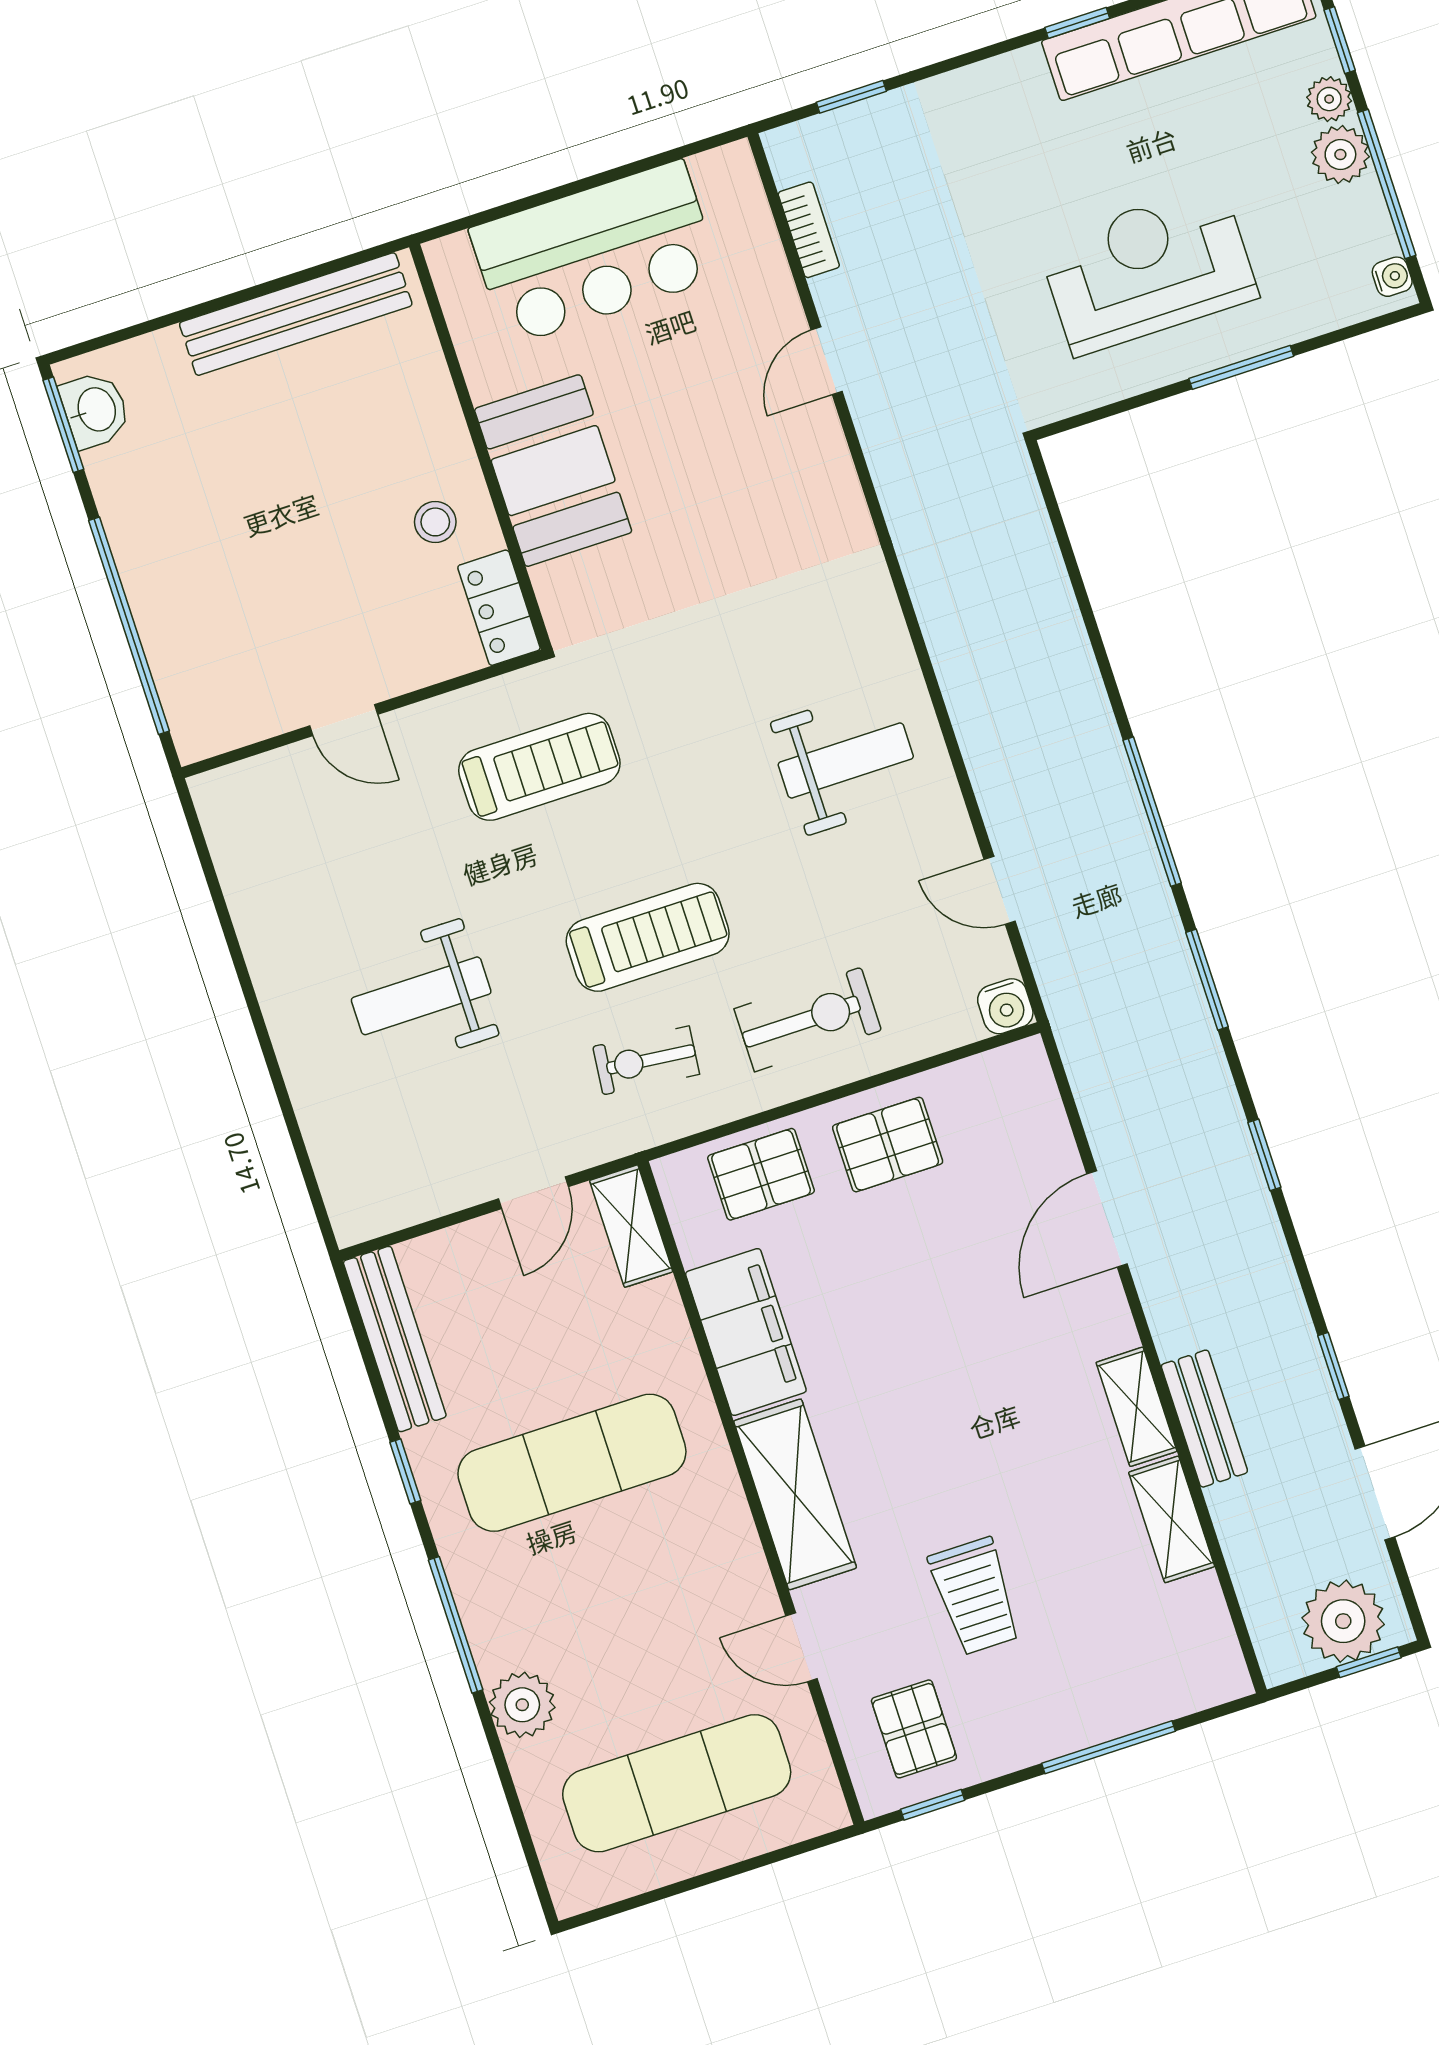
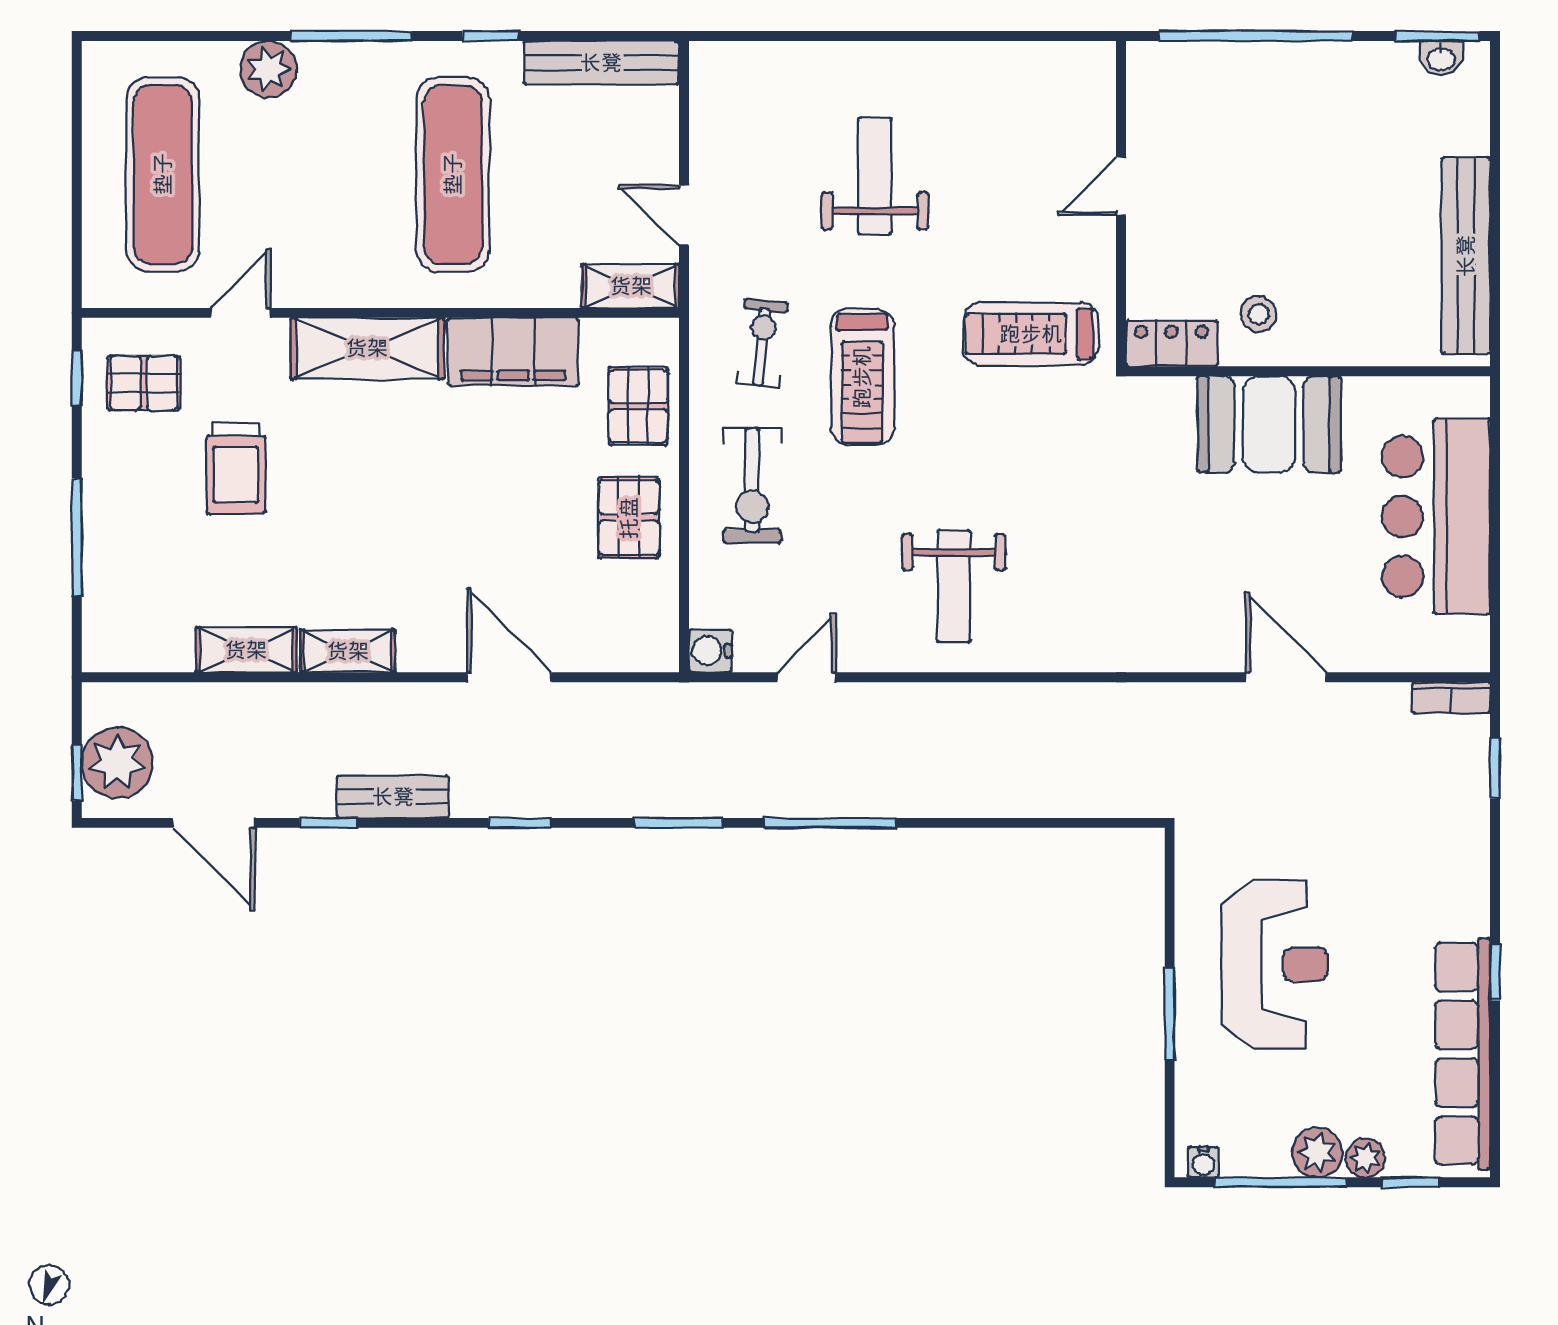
bookcase: (809, 230) -> (1451, 698), moved
door: (827, 361) -> (1286, 677), width x1.37
washbasin: (95, 410) -> (1441, 58), width x0.72, depth x0.69
treadmill: (539, 767) -> (1031, 334), turned 90
bench: (1204, 1419) -> (393, 797), moved
trolley: (975, 1596) -> (236, 468), turned -90

